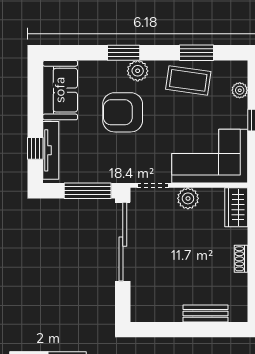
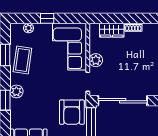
armchair: (123, 112) -> (72, 112), moved
wardrobe: (236, 207) -> (112, 30), moved

